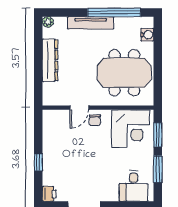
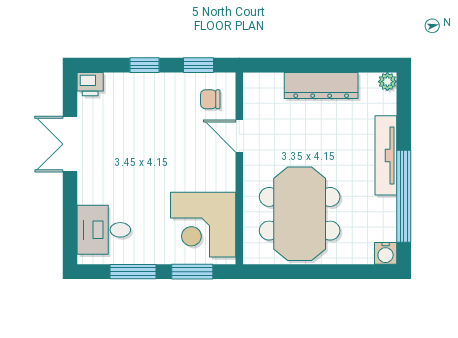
water cooler: (147, 35) -> (386, 253), moved
chair: (95, 120) -> (210, 99), moved
window: (38, 131) -> (199, 65), added

